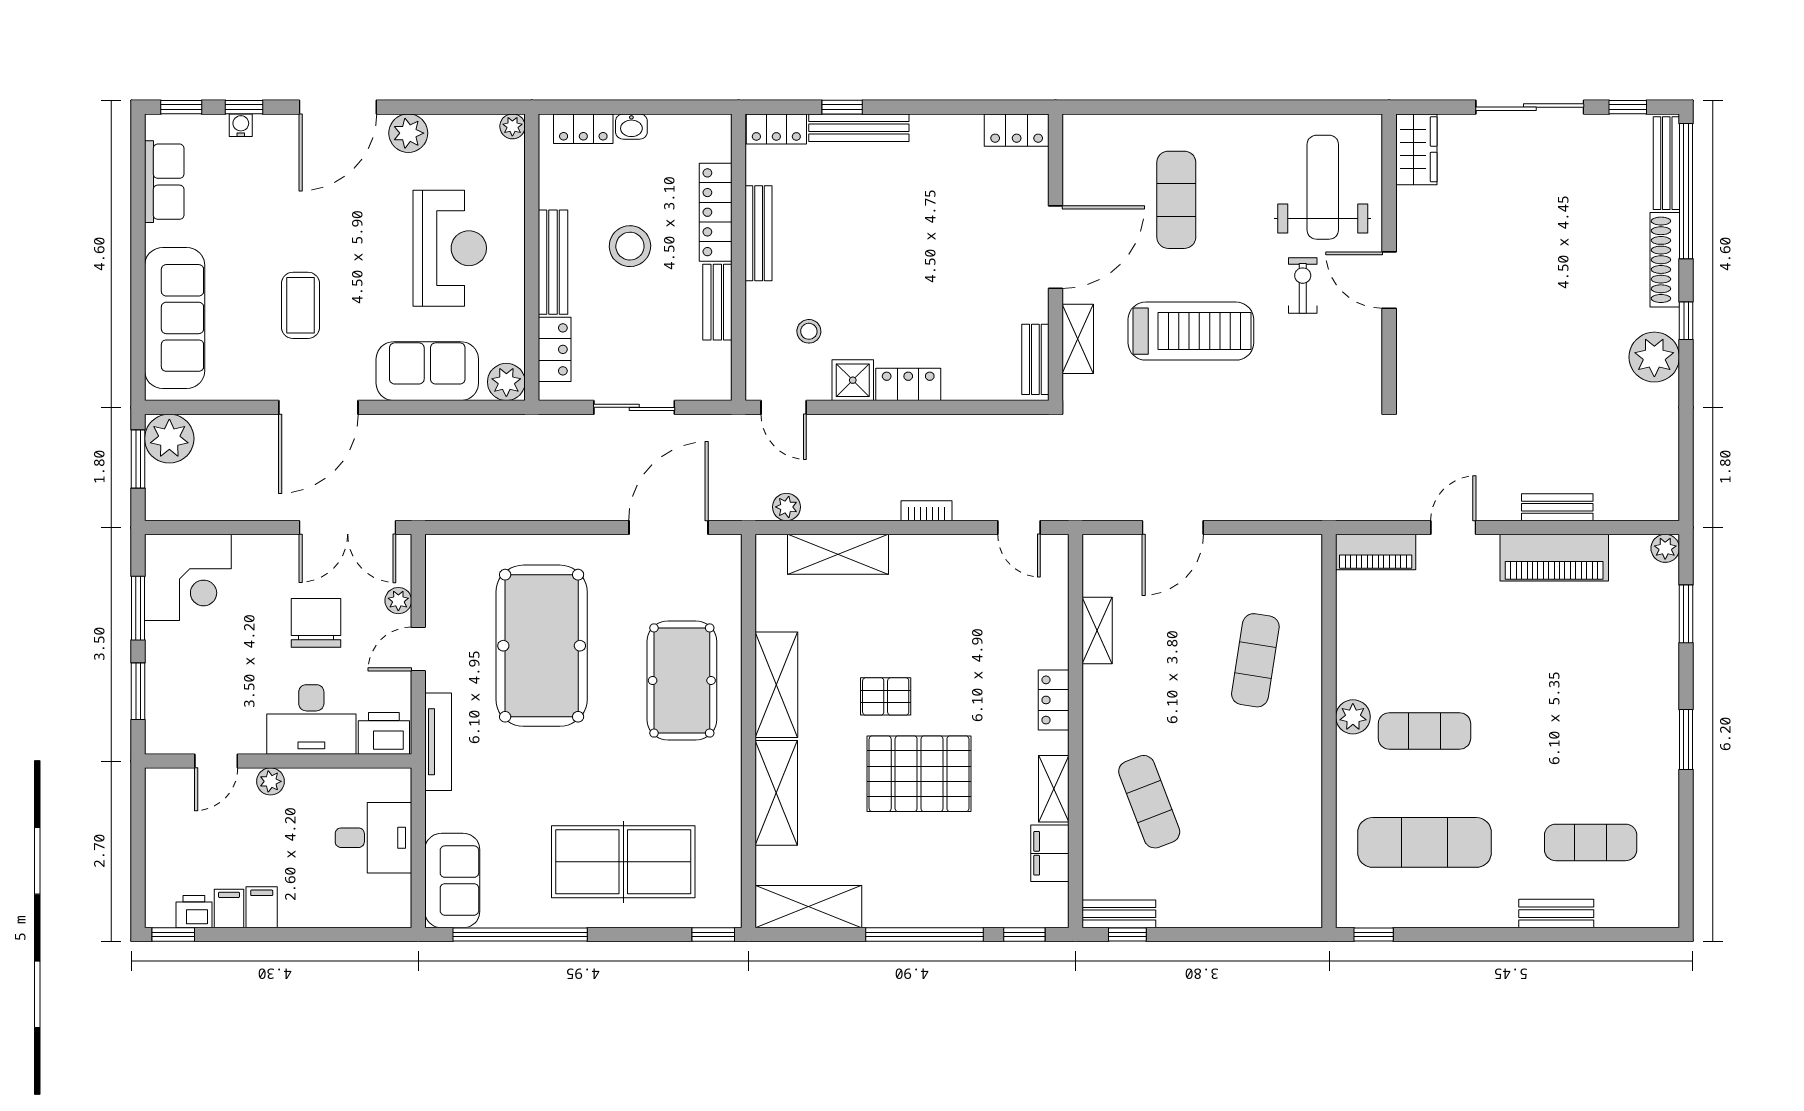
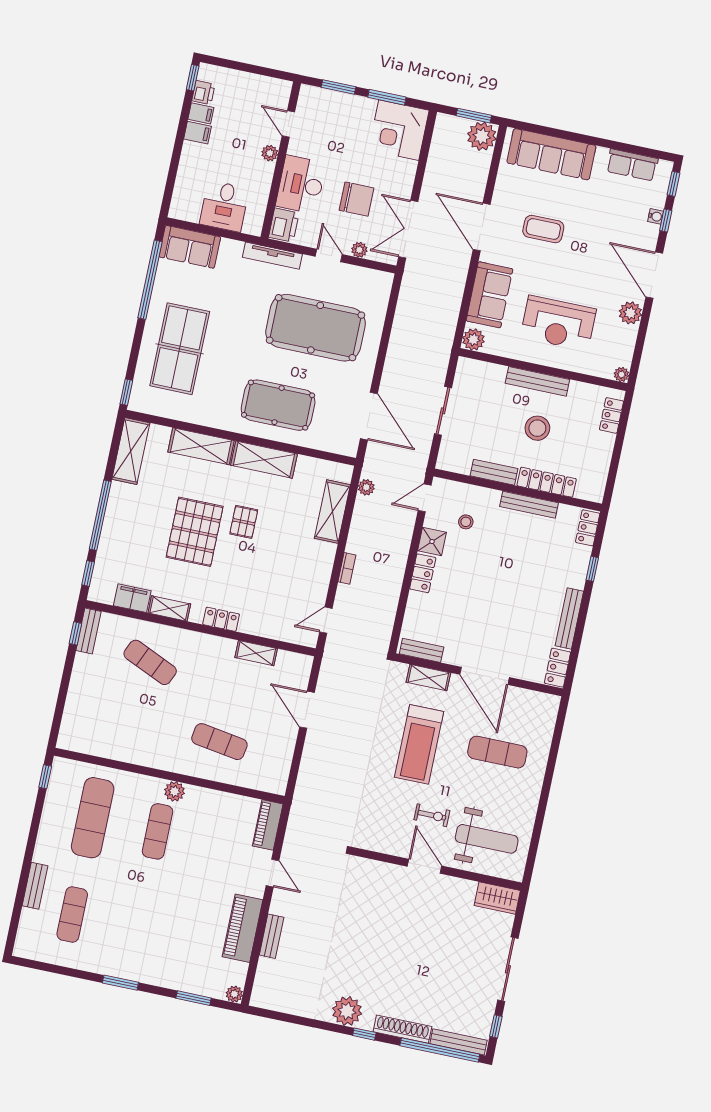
washbasin: (631, 127) -> (607, 444), removed
bench: (859, 128) -> (569, 619), moved
door: (1389, 280) -> (424, 866), hinge flipped
locker: (555, 349) -> (486, 372), removed
exercise mat: (1149, 802) -> (150, 662), turned 45

